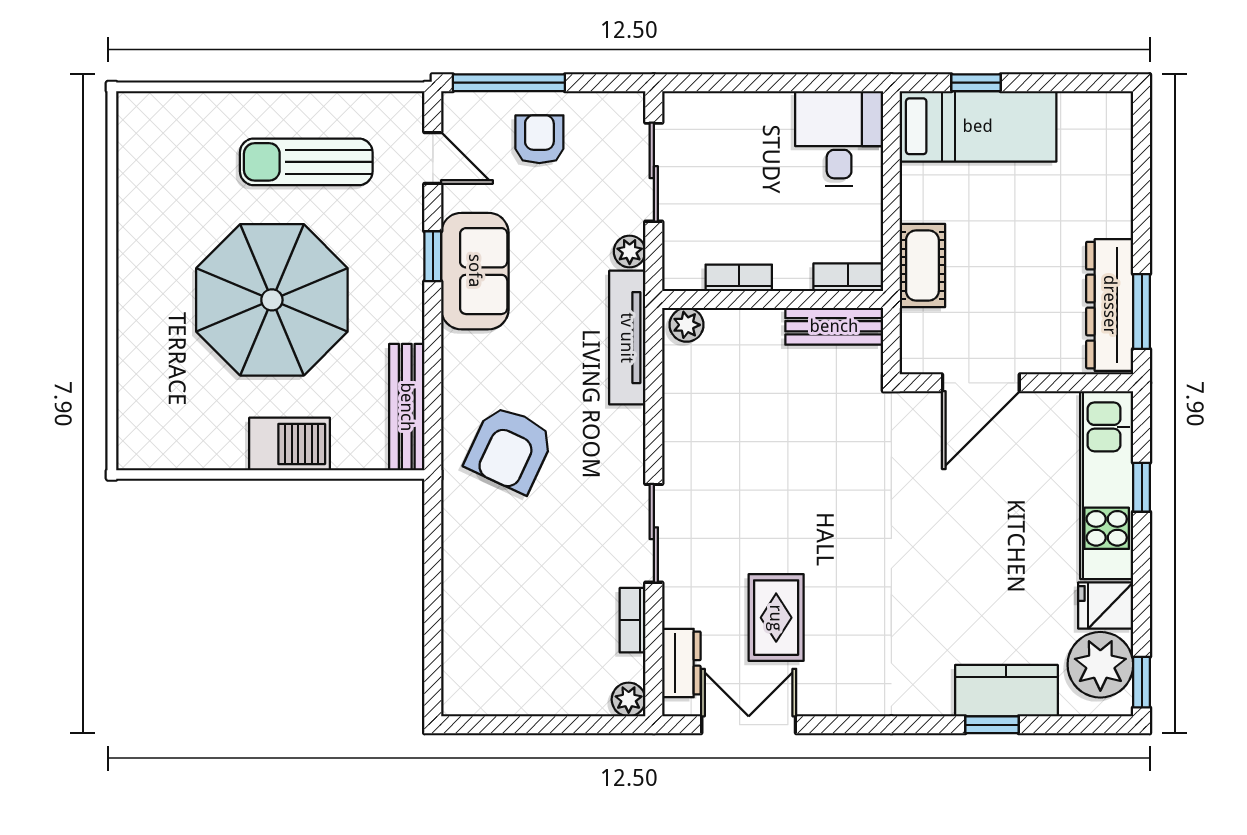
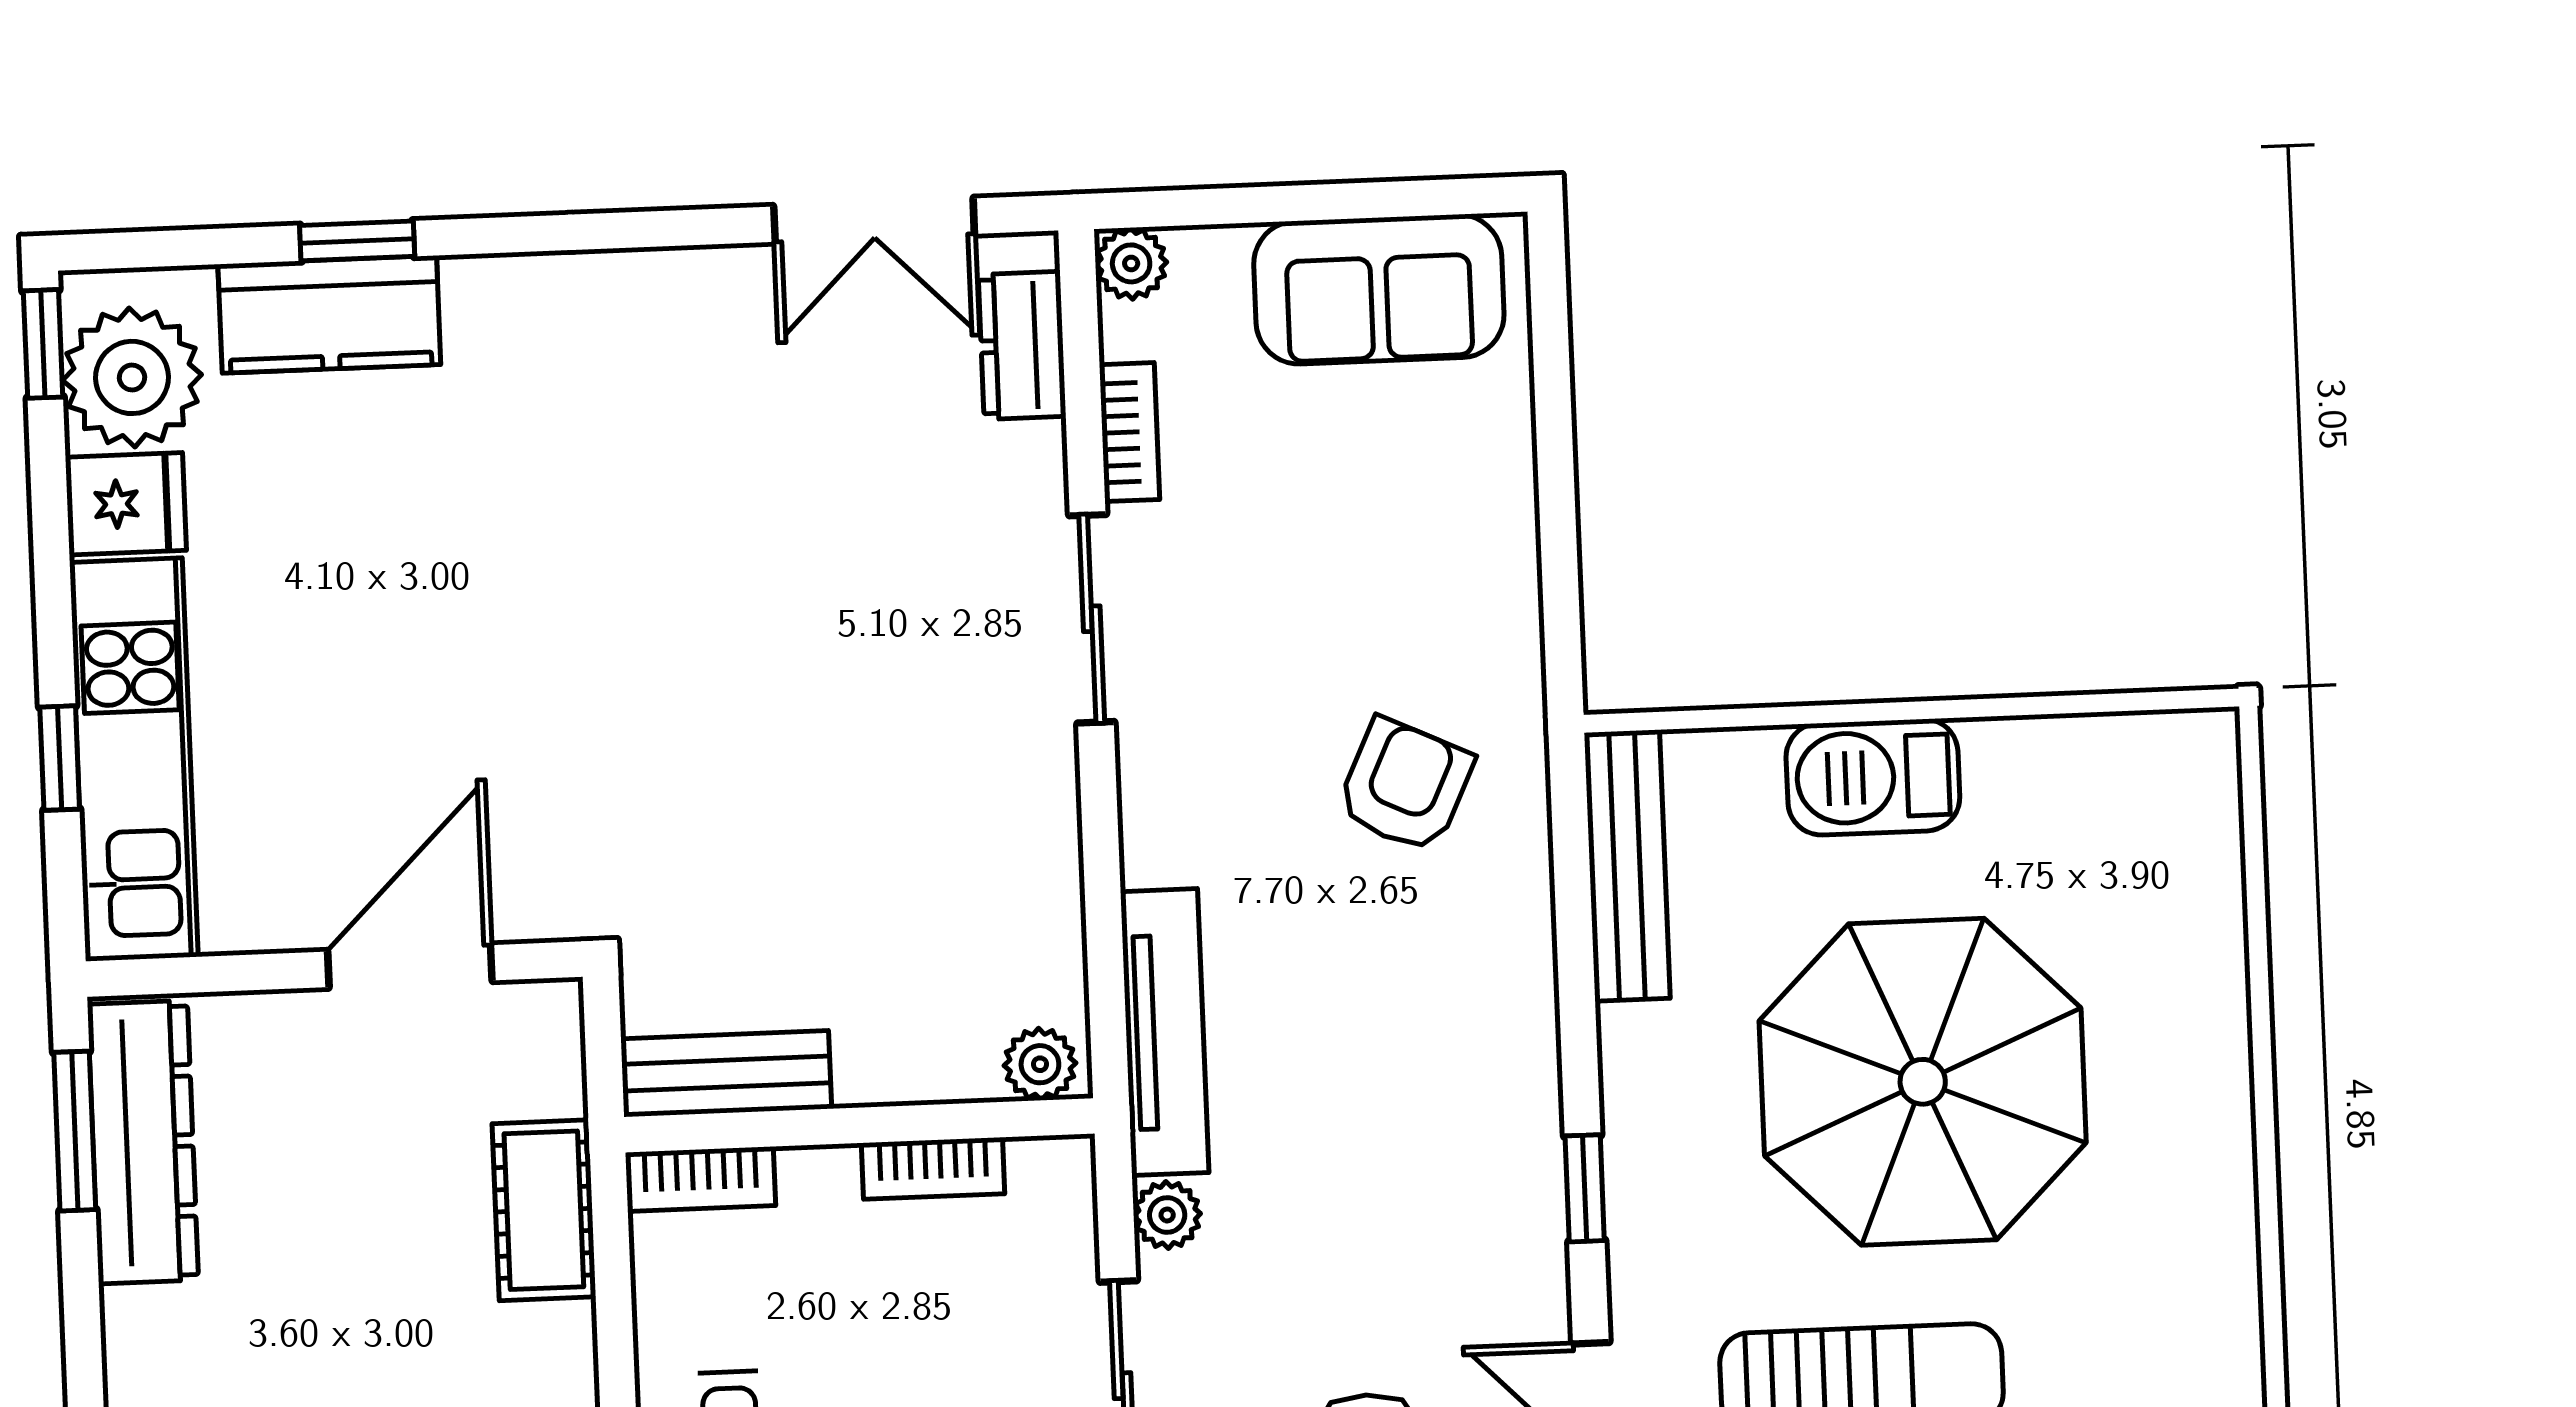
sofa: (475, 271) -> (1379, 289), moved, turned -90
armchair: (510, 449) -> (1405, 785), width x0.72, depth x0.72
rug: (776, 618) -> (825, 450), removed

